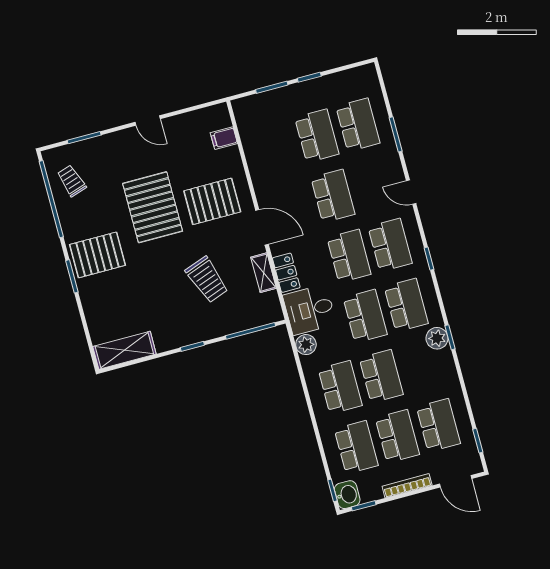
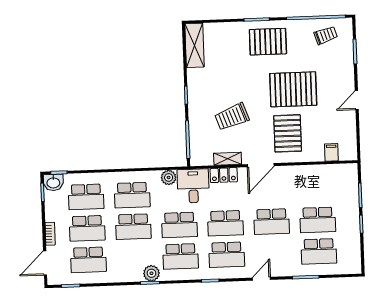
pallet: (98, 255) -> (268, 42), turned 90
bookcase: (407, 486) -> (50, 234), width x0.64

